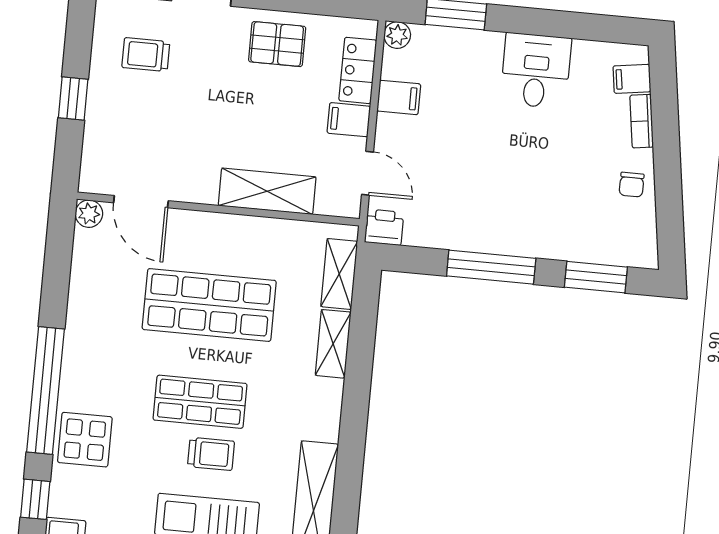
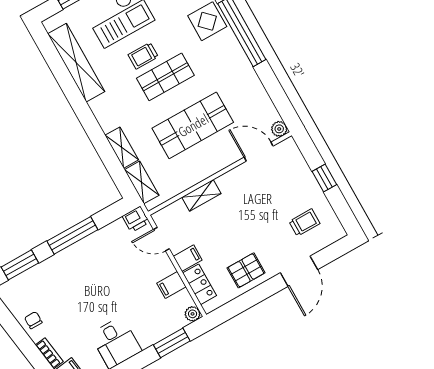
shelving: (267, 191) -> (201, 195), width x0.67, depth x0.75

